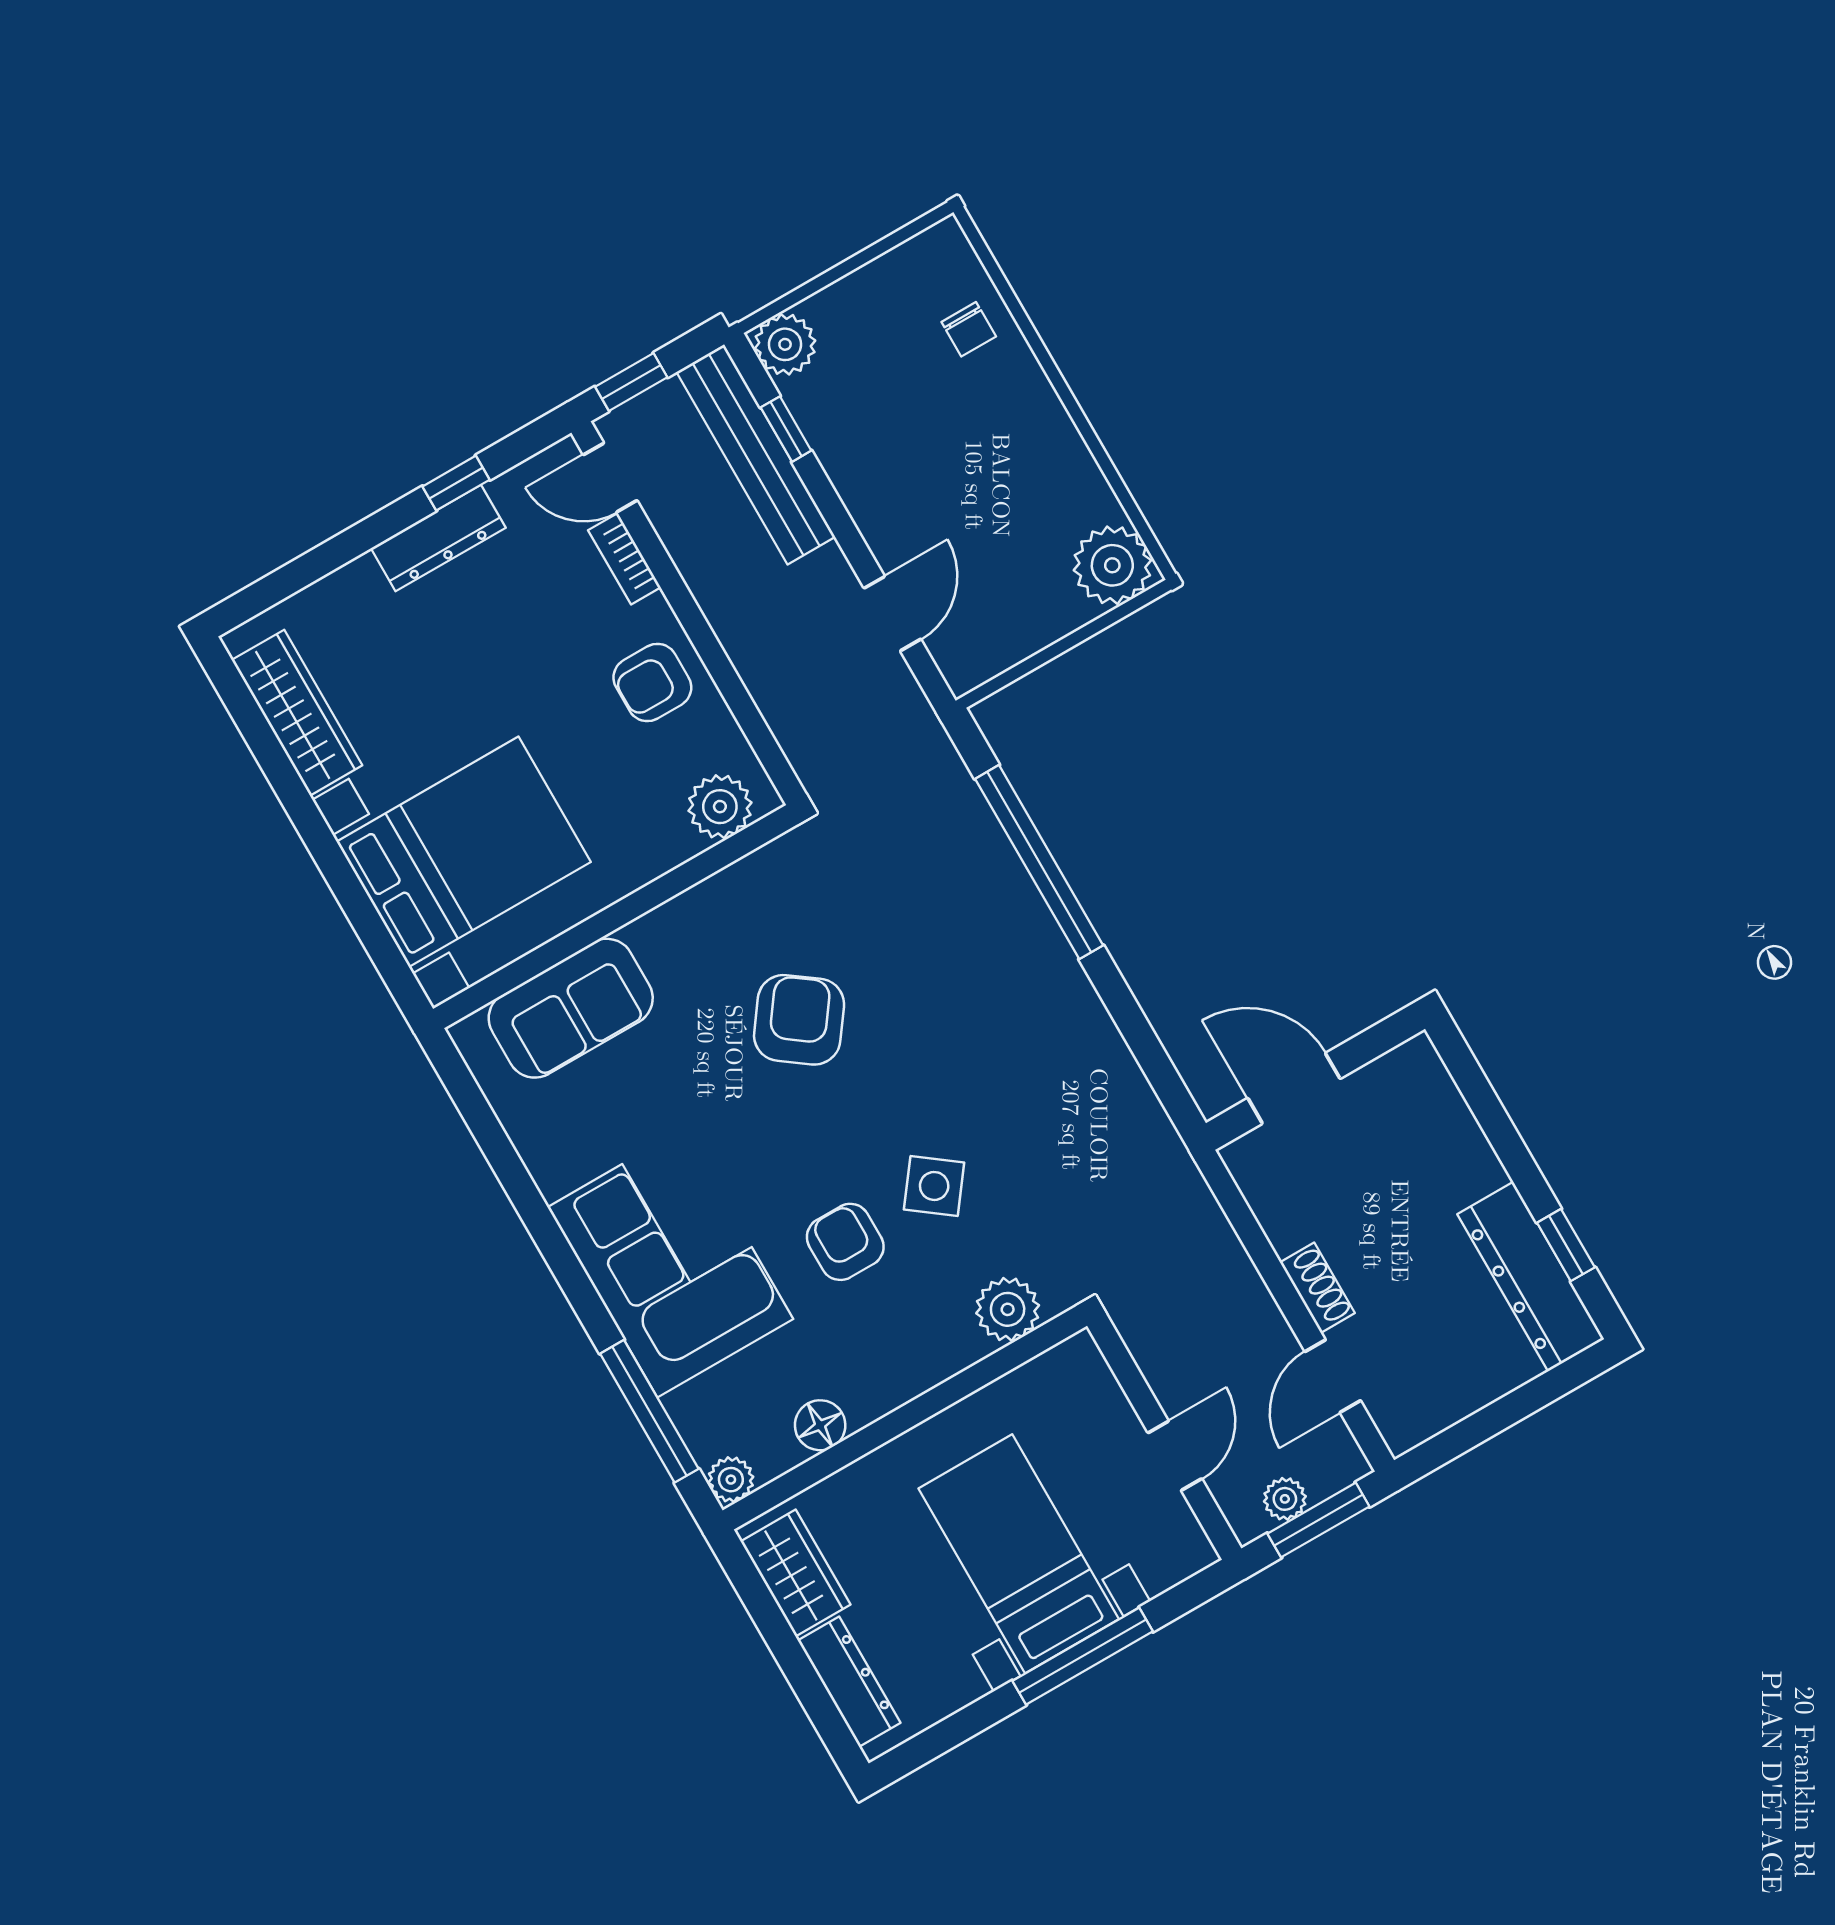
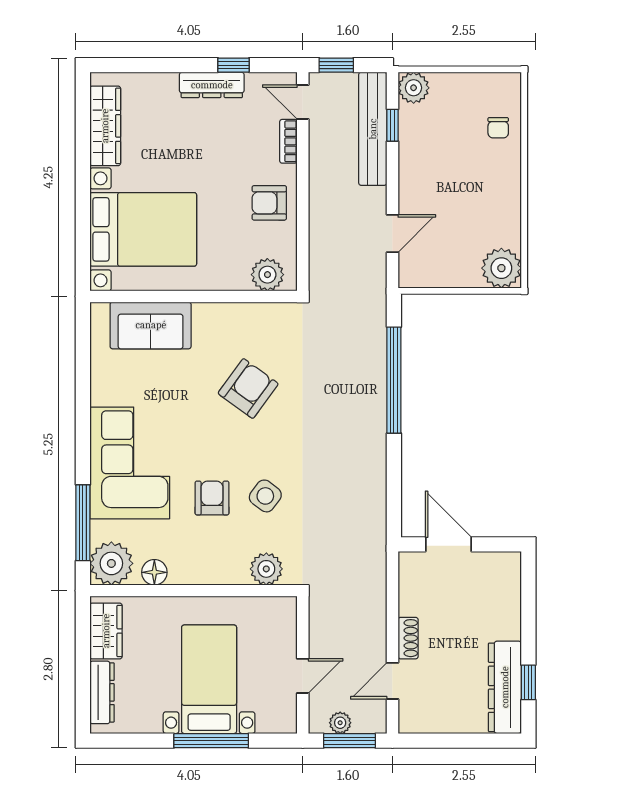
plant: (731, 1480) -> (111, 563), width x1.88, depth x1.88

